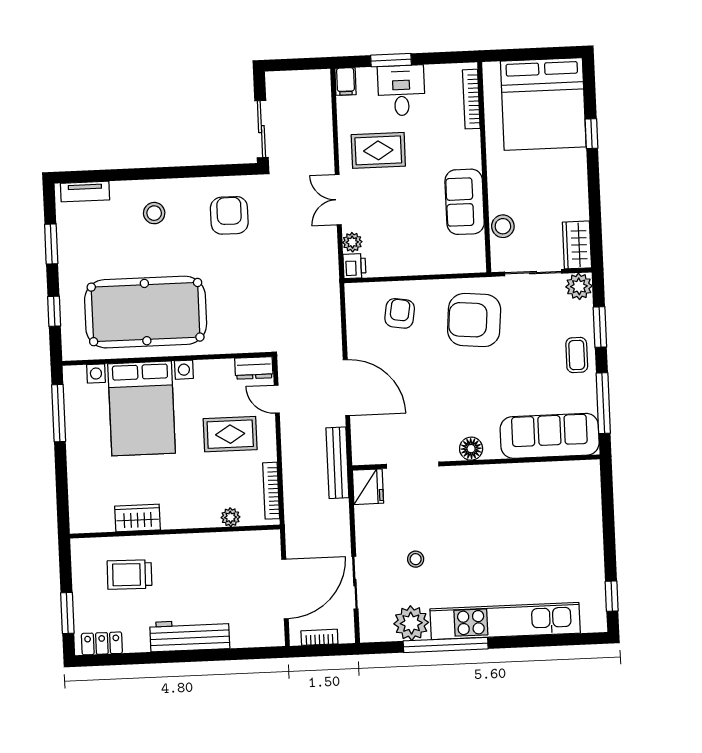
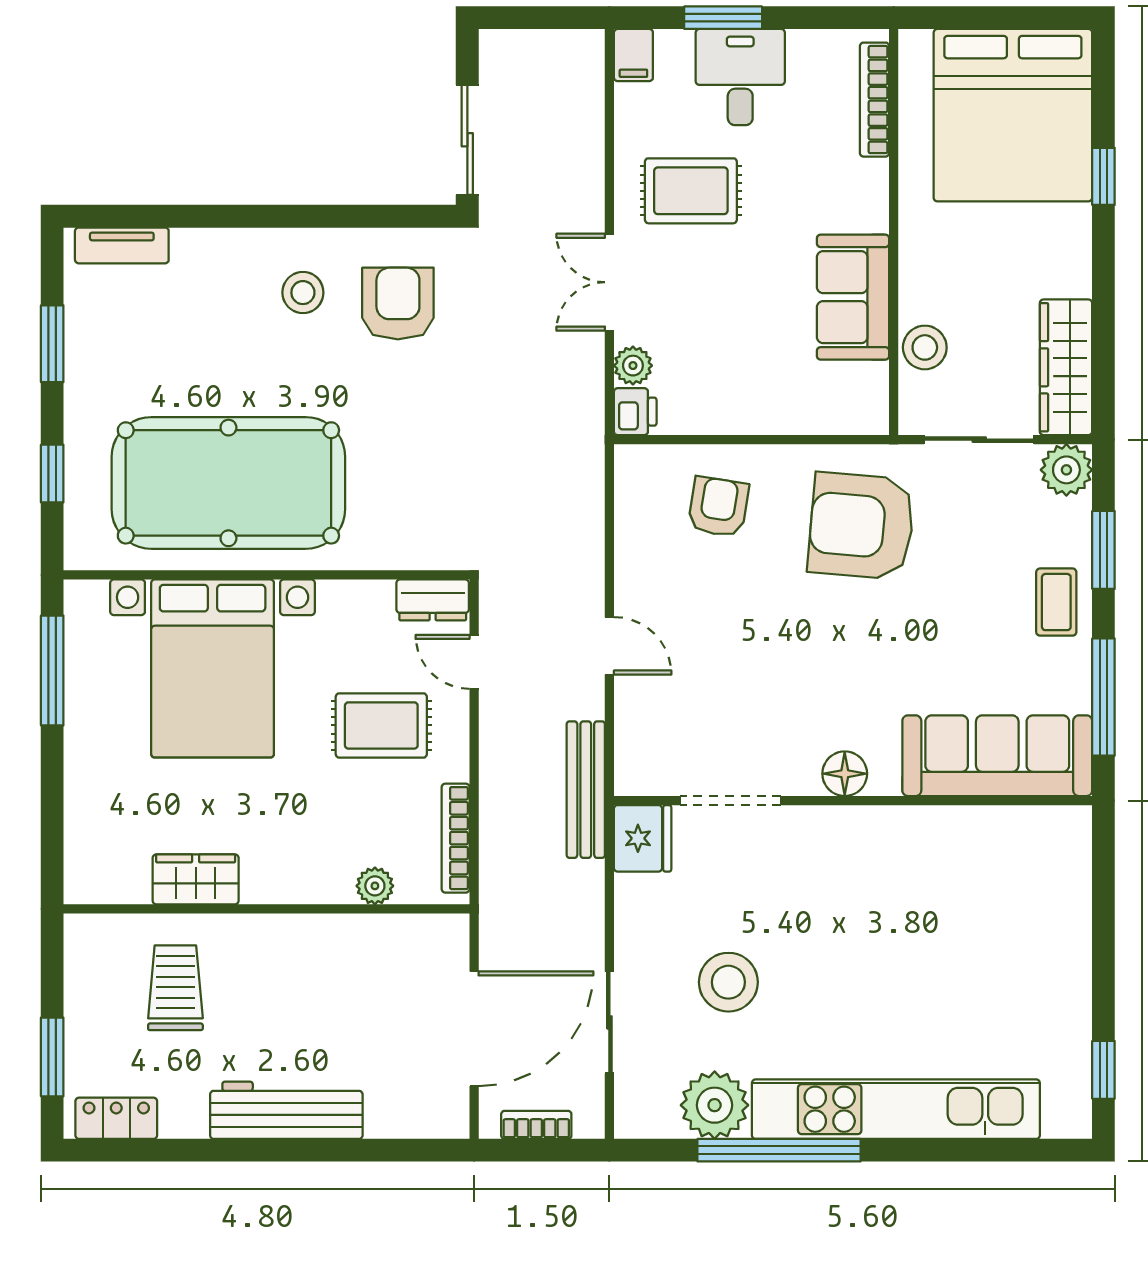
stool: (154, 213) -> (303, 293), moved
wardrobe: (577, 245) -> (1066, 367), width x1.50
door: (346, 388) -> (609, 646), width x0.53
stool: (416, 559) -> (728, 982), width x1.89, depth x1.89
trolley: (130, 575) -> (175, 988), turned 89

